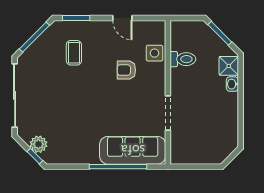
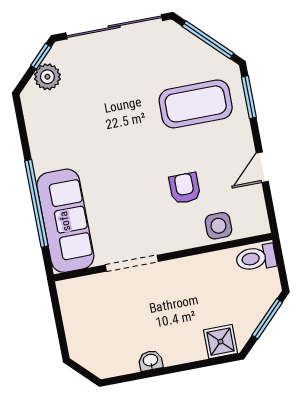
coffee table: (74, 53) -> (196, 104), width x1.86, depth x1.72
toilet: (183, 59) -> (256, 258), moved, turned 90
washbasin: (232, 84) -> (150, 361), moved
window: (35, 156) -> (41, 56), moved

